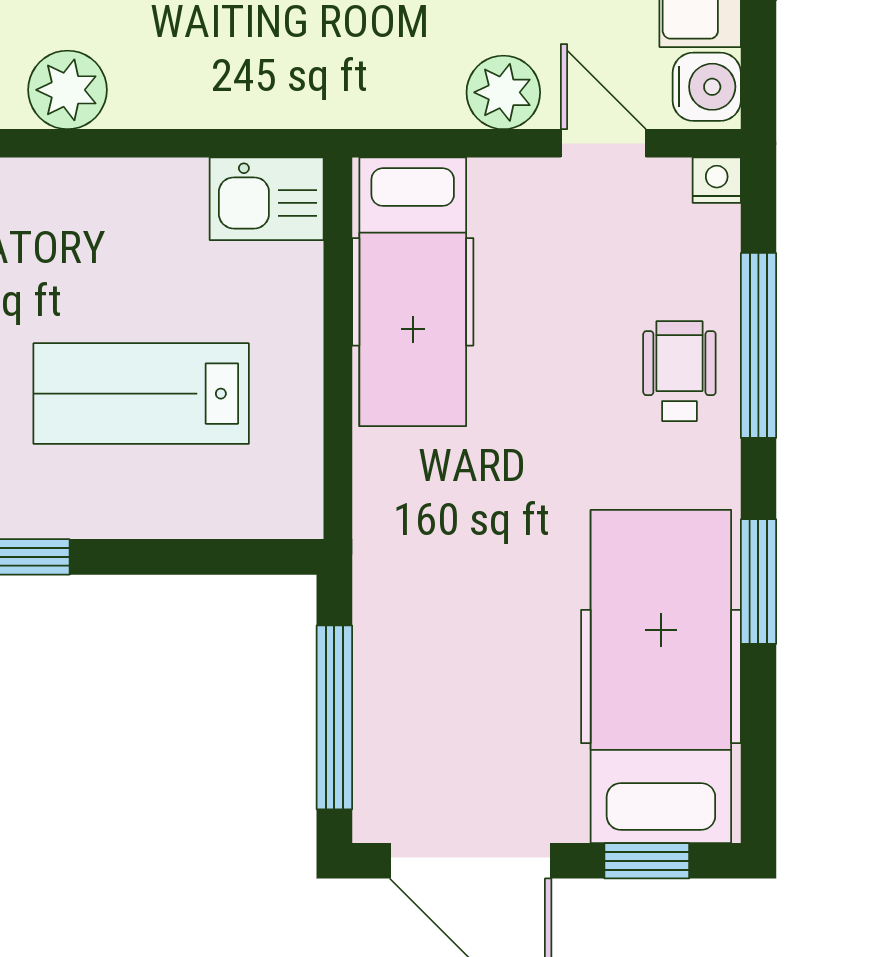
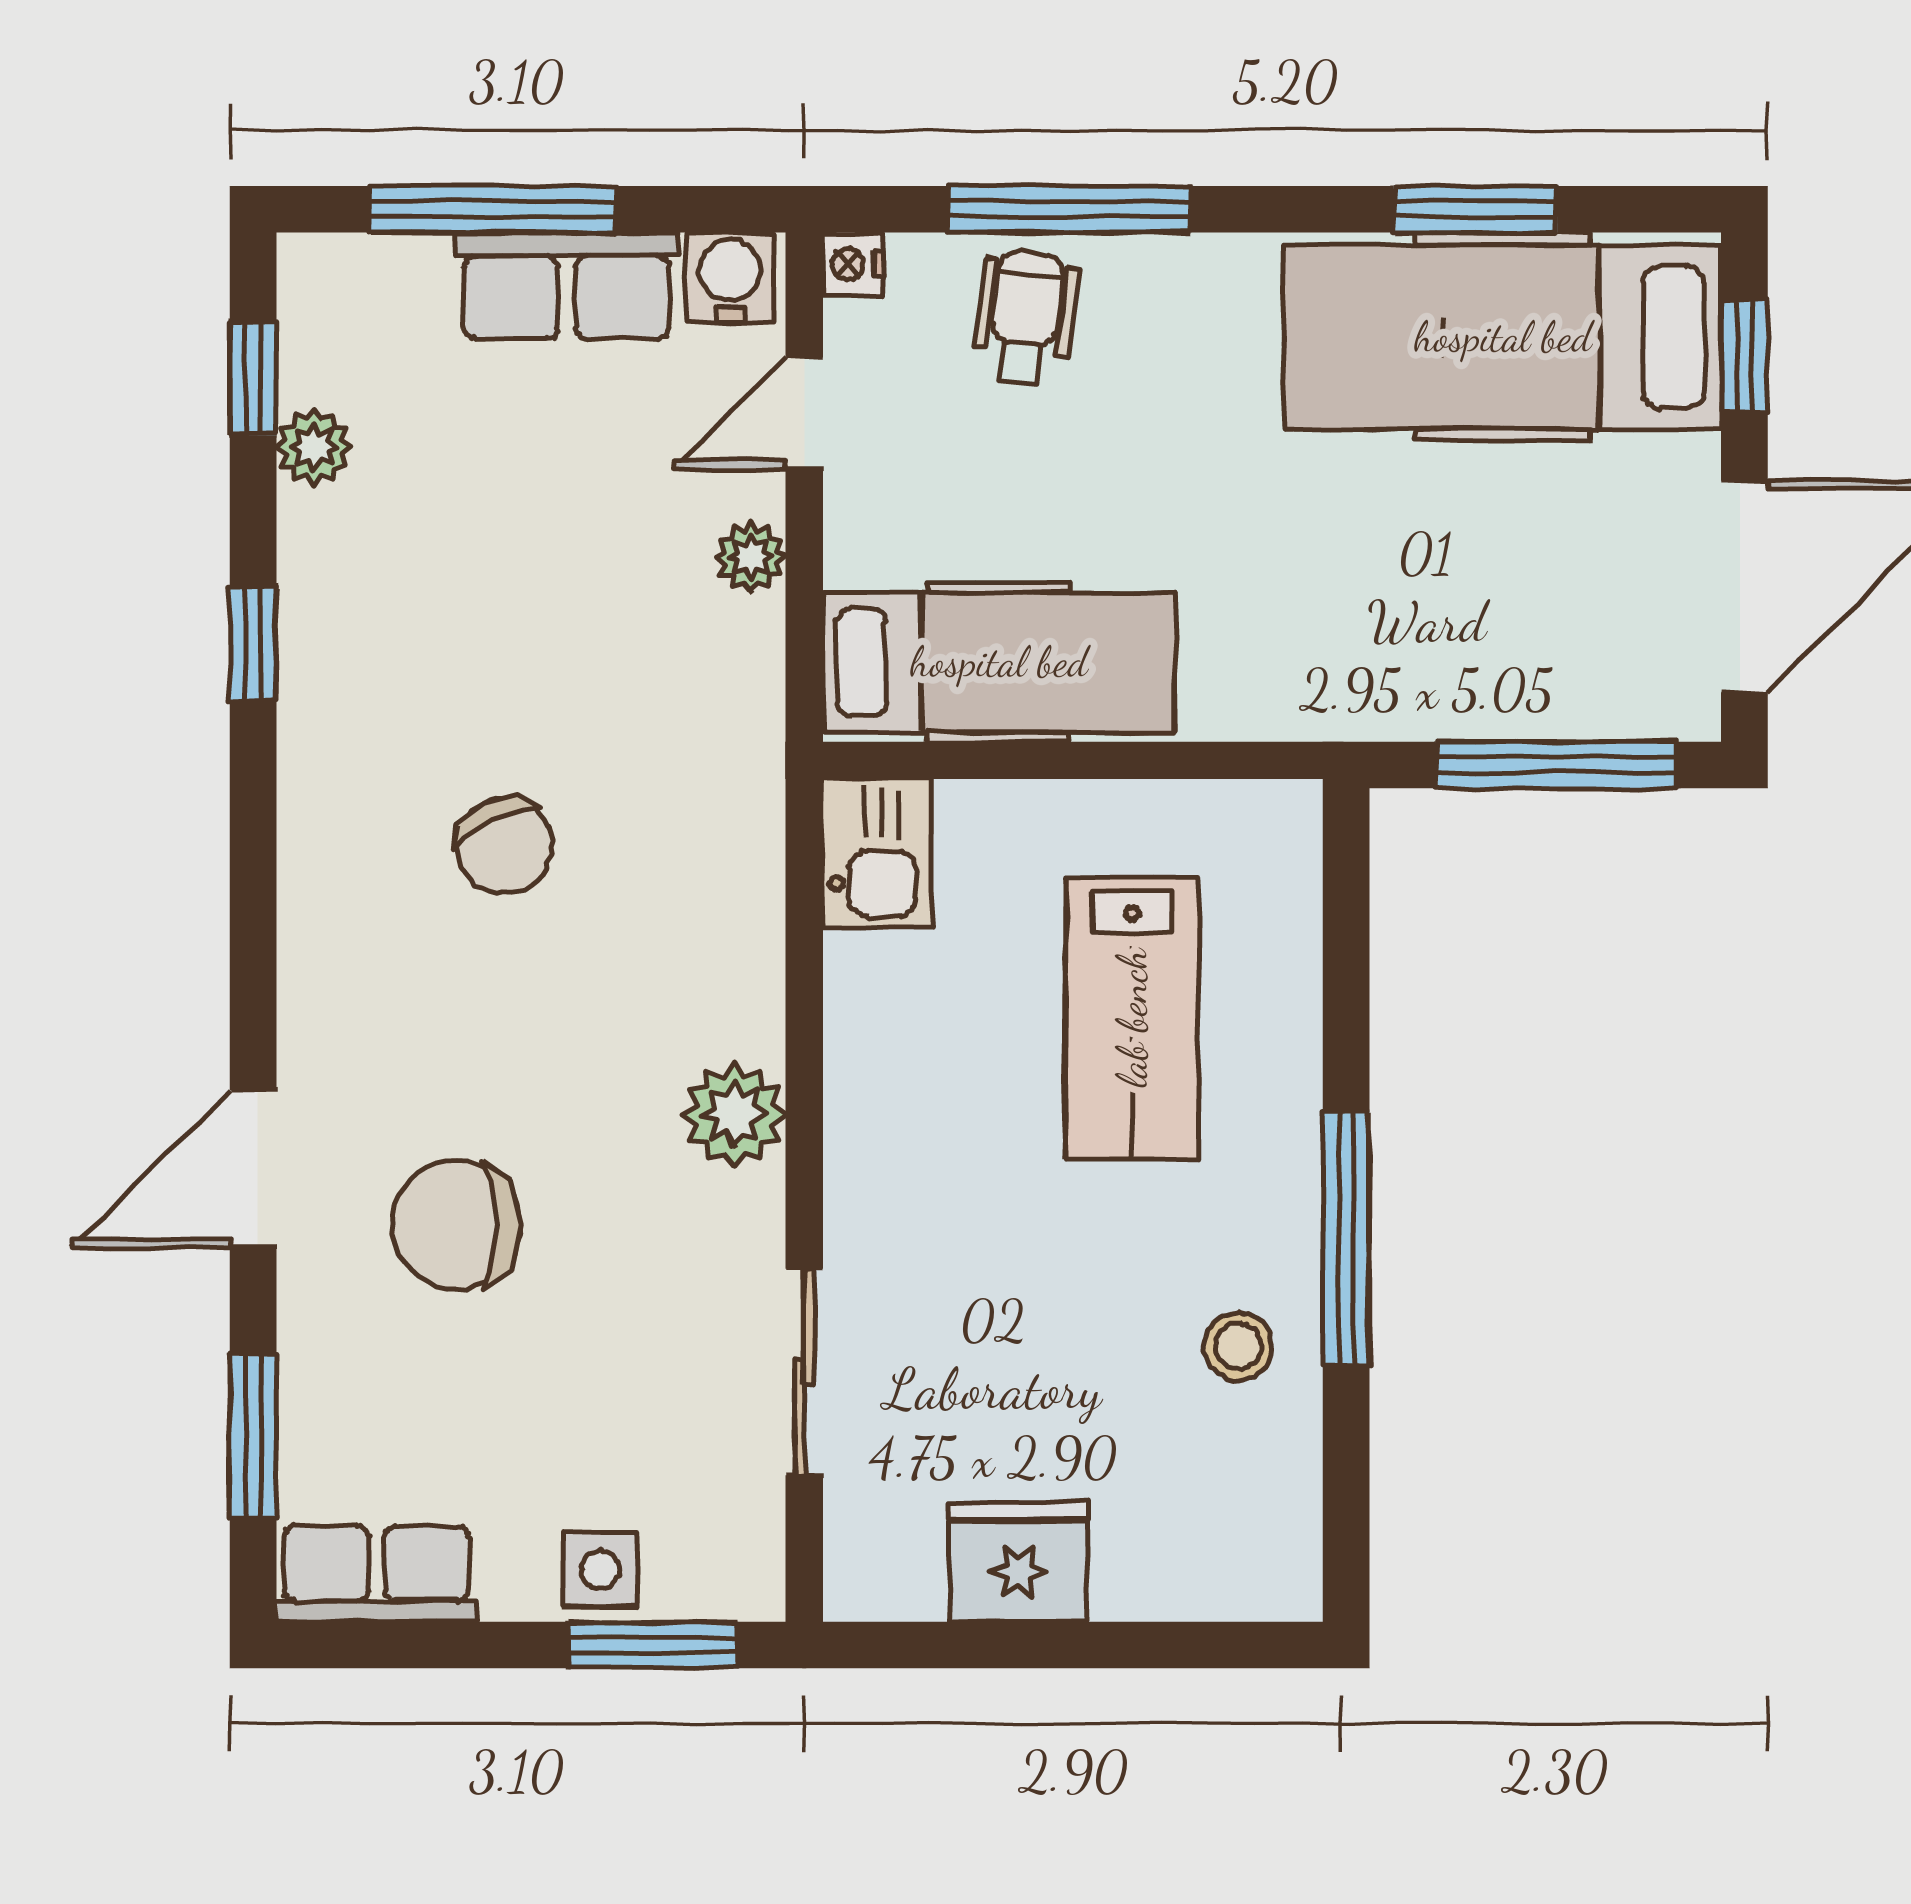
plant: (503, 92) -> (751, 557), width x0.73, depth x0.73
wheelchair: (679, 371) -> (1025, 318), moved, turned 97
window: (758, 582) -> (1475, 209), moved

